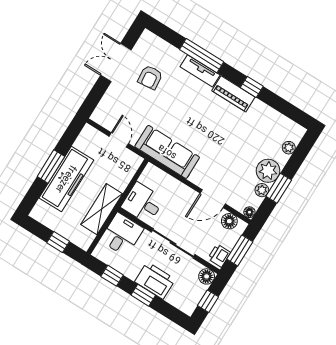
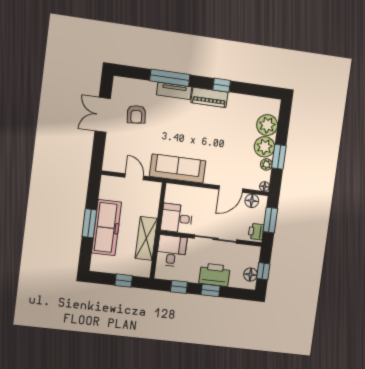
plant: (289, 148) -> (267, 125), width x1.88, depth x1.88
floor lamp: (207, 276) -> (250, 275), moved

